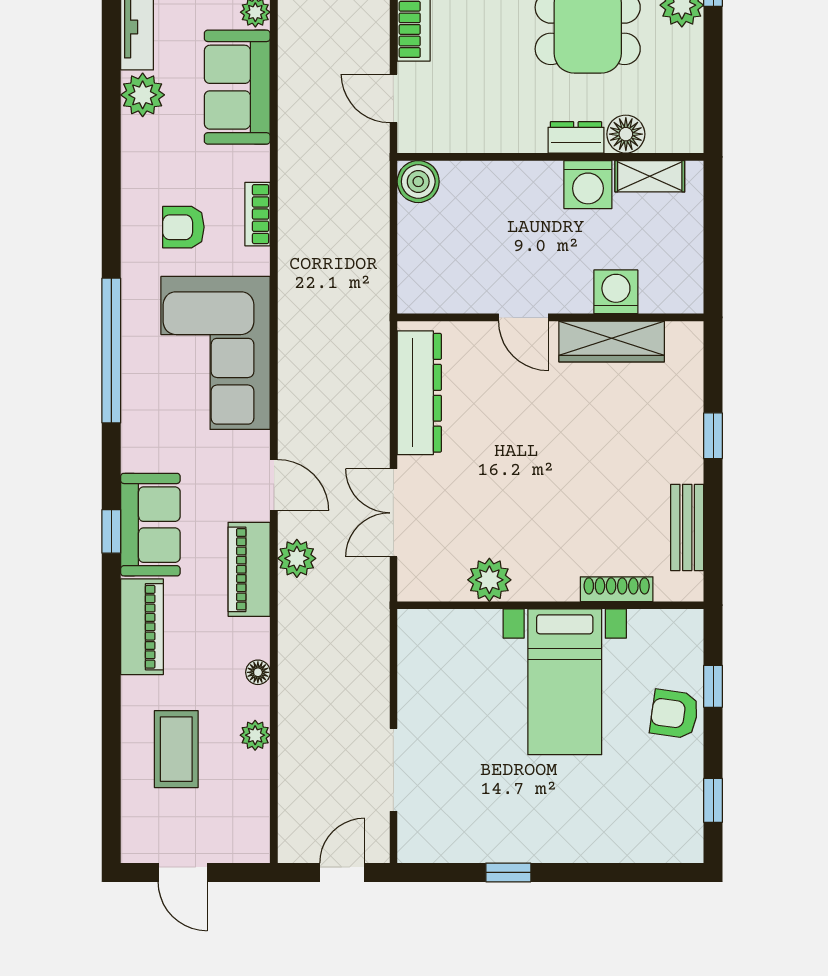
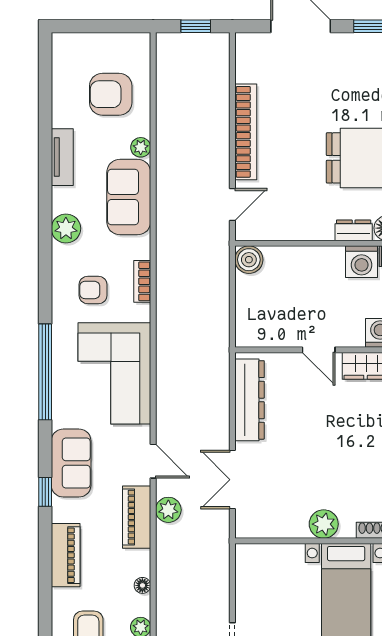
plant: (143, 95) -> (66, 228), moved
door: (393, 98) -> (232, 205), swing flipped
sofa: (150, 525) -> (71, 463), moved
plant: (489, 580) -> (324, 524), moved

